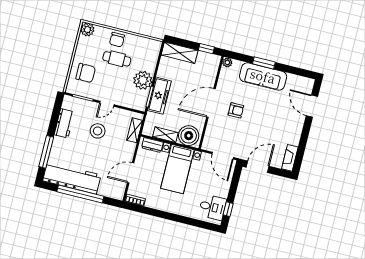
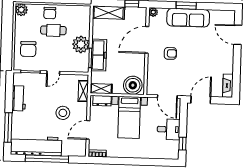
chair: (86, 73) -> (28, 49), turned 90
door: (211, 103) -> (147, 40), moved
stool: (98, 131) -> (63, 113), moved
shelving: (165, 135) -> (101, 89), moved
desk: (212, 207) -> (169, 129), moved

